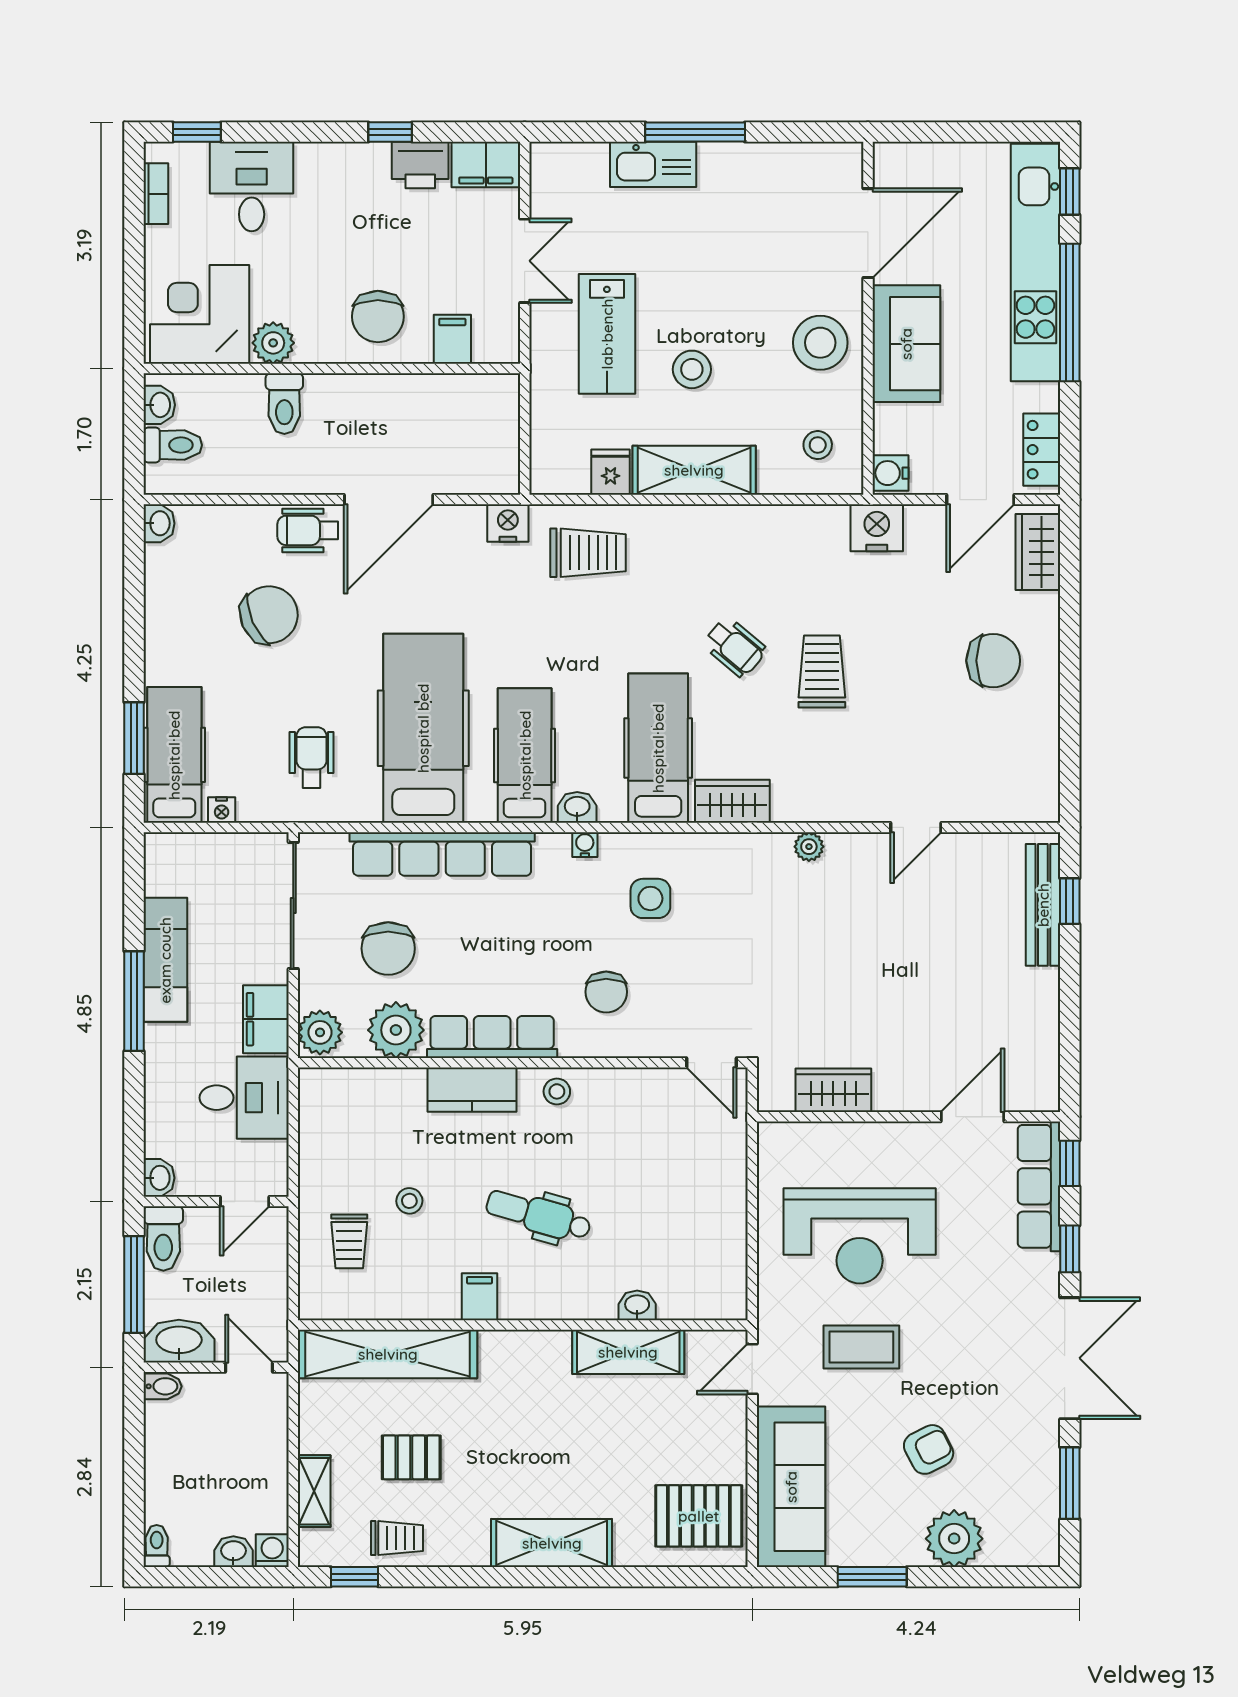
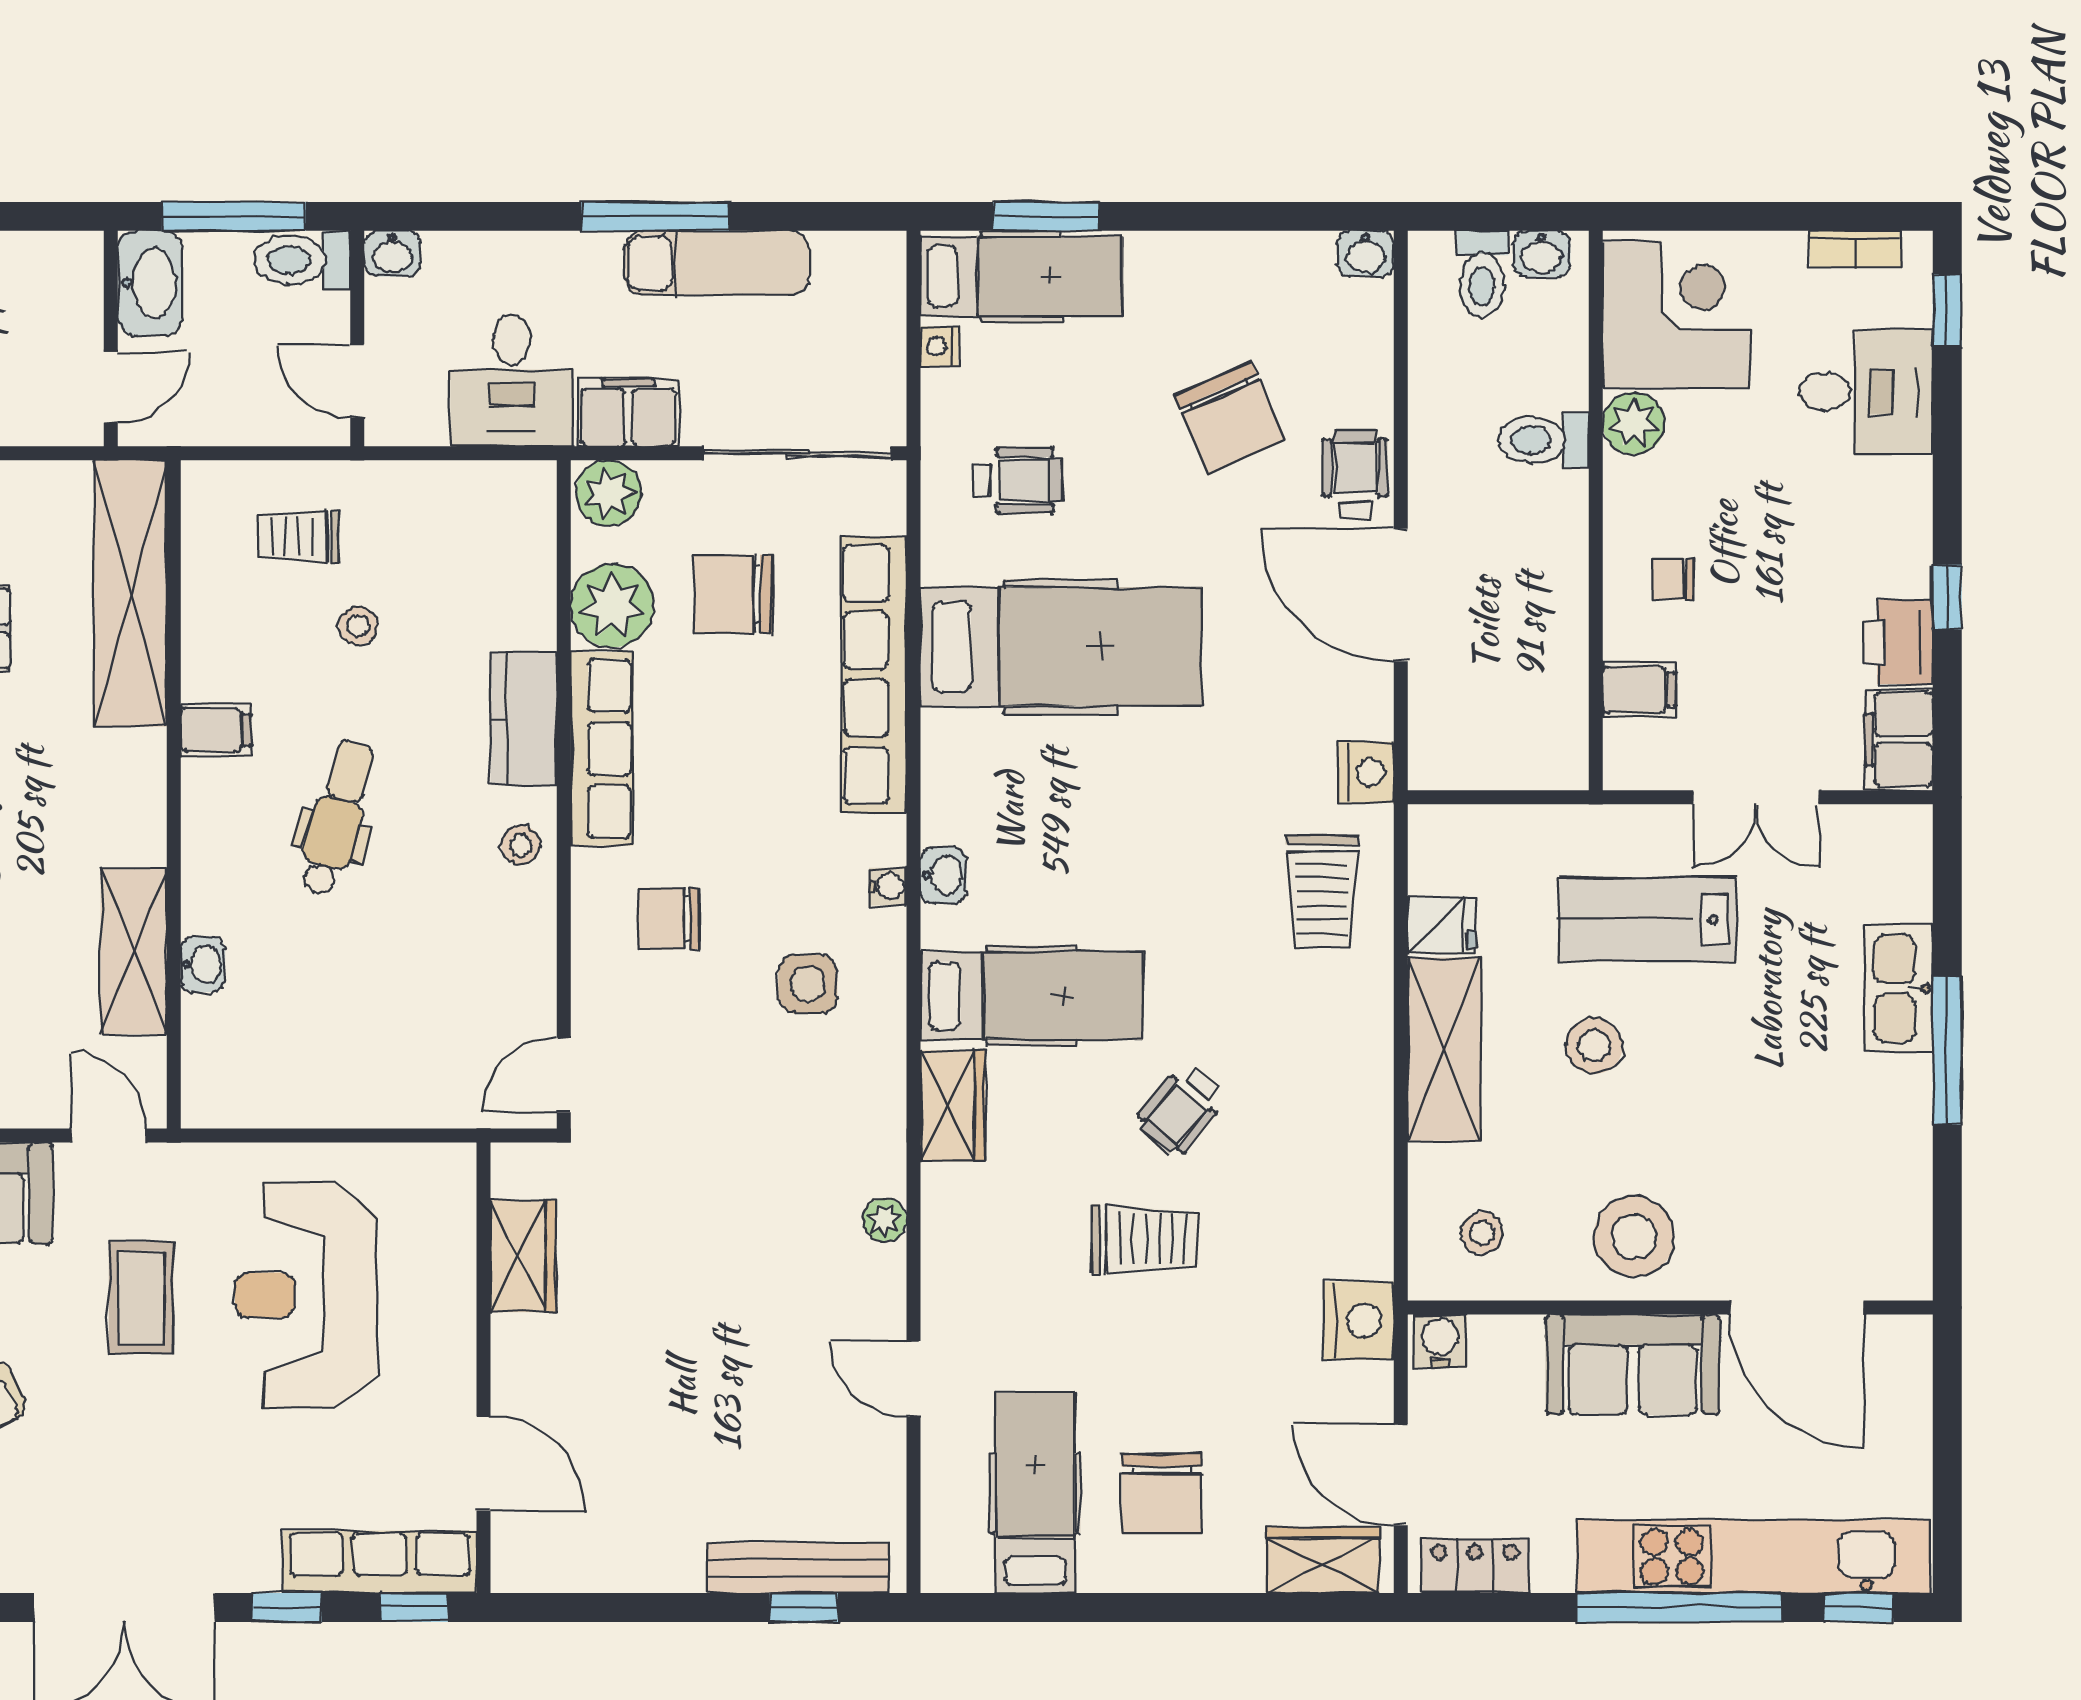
chair: (378, 317) -> (1673, 579), width x0.54, depth x0.54
hospital bed: (525, 755) -> (1035, 1493), moved, turned -90
bidet: (163, 1386) -> (83, 259), removed

